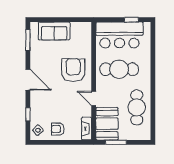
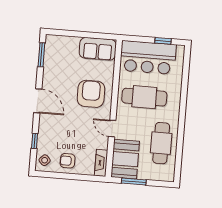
sofa: (54, 31) -> (98, 49), moved

